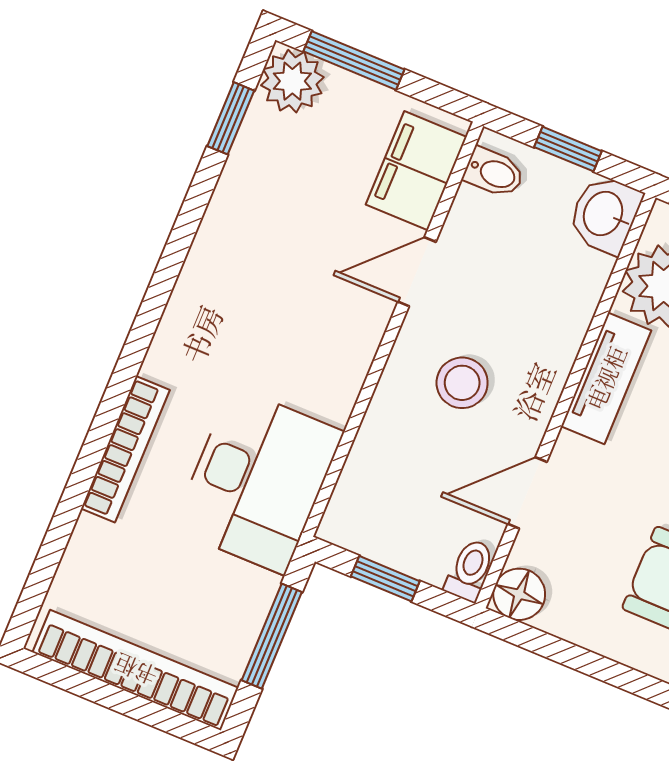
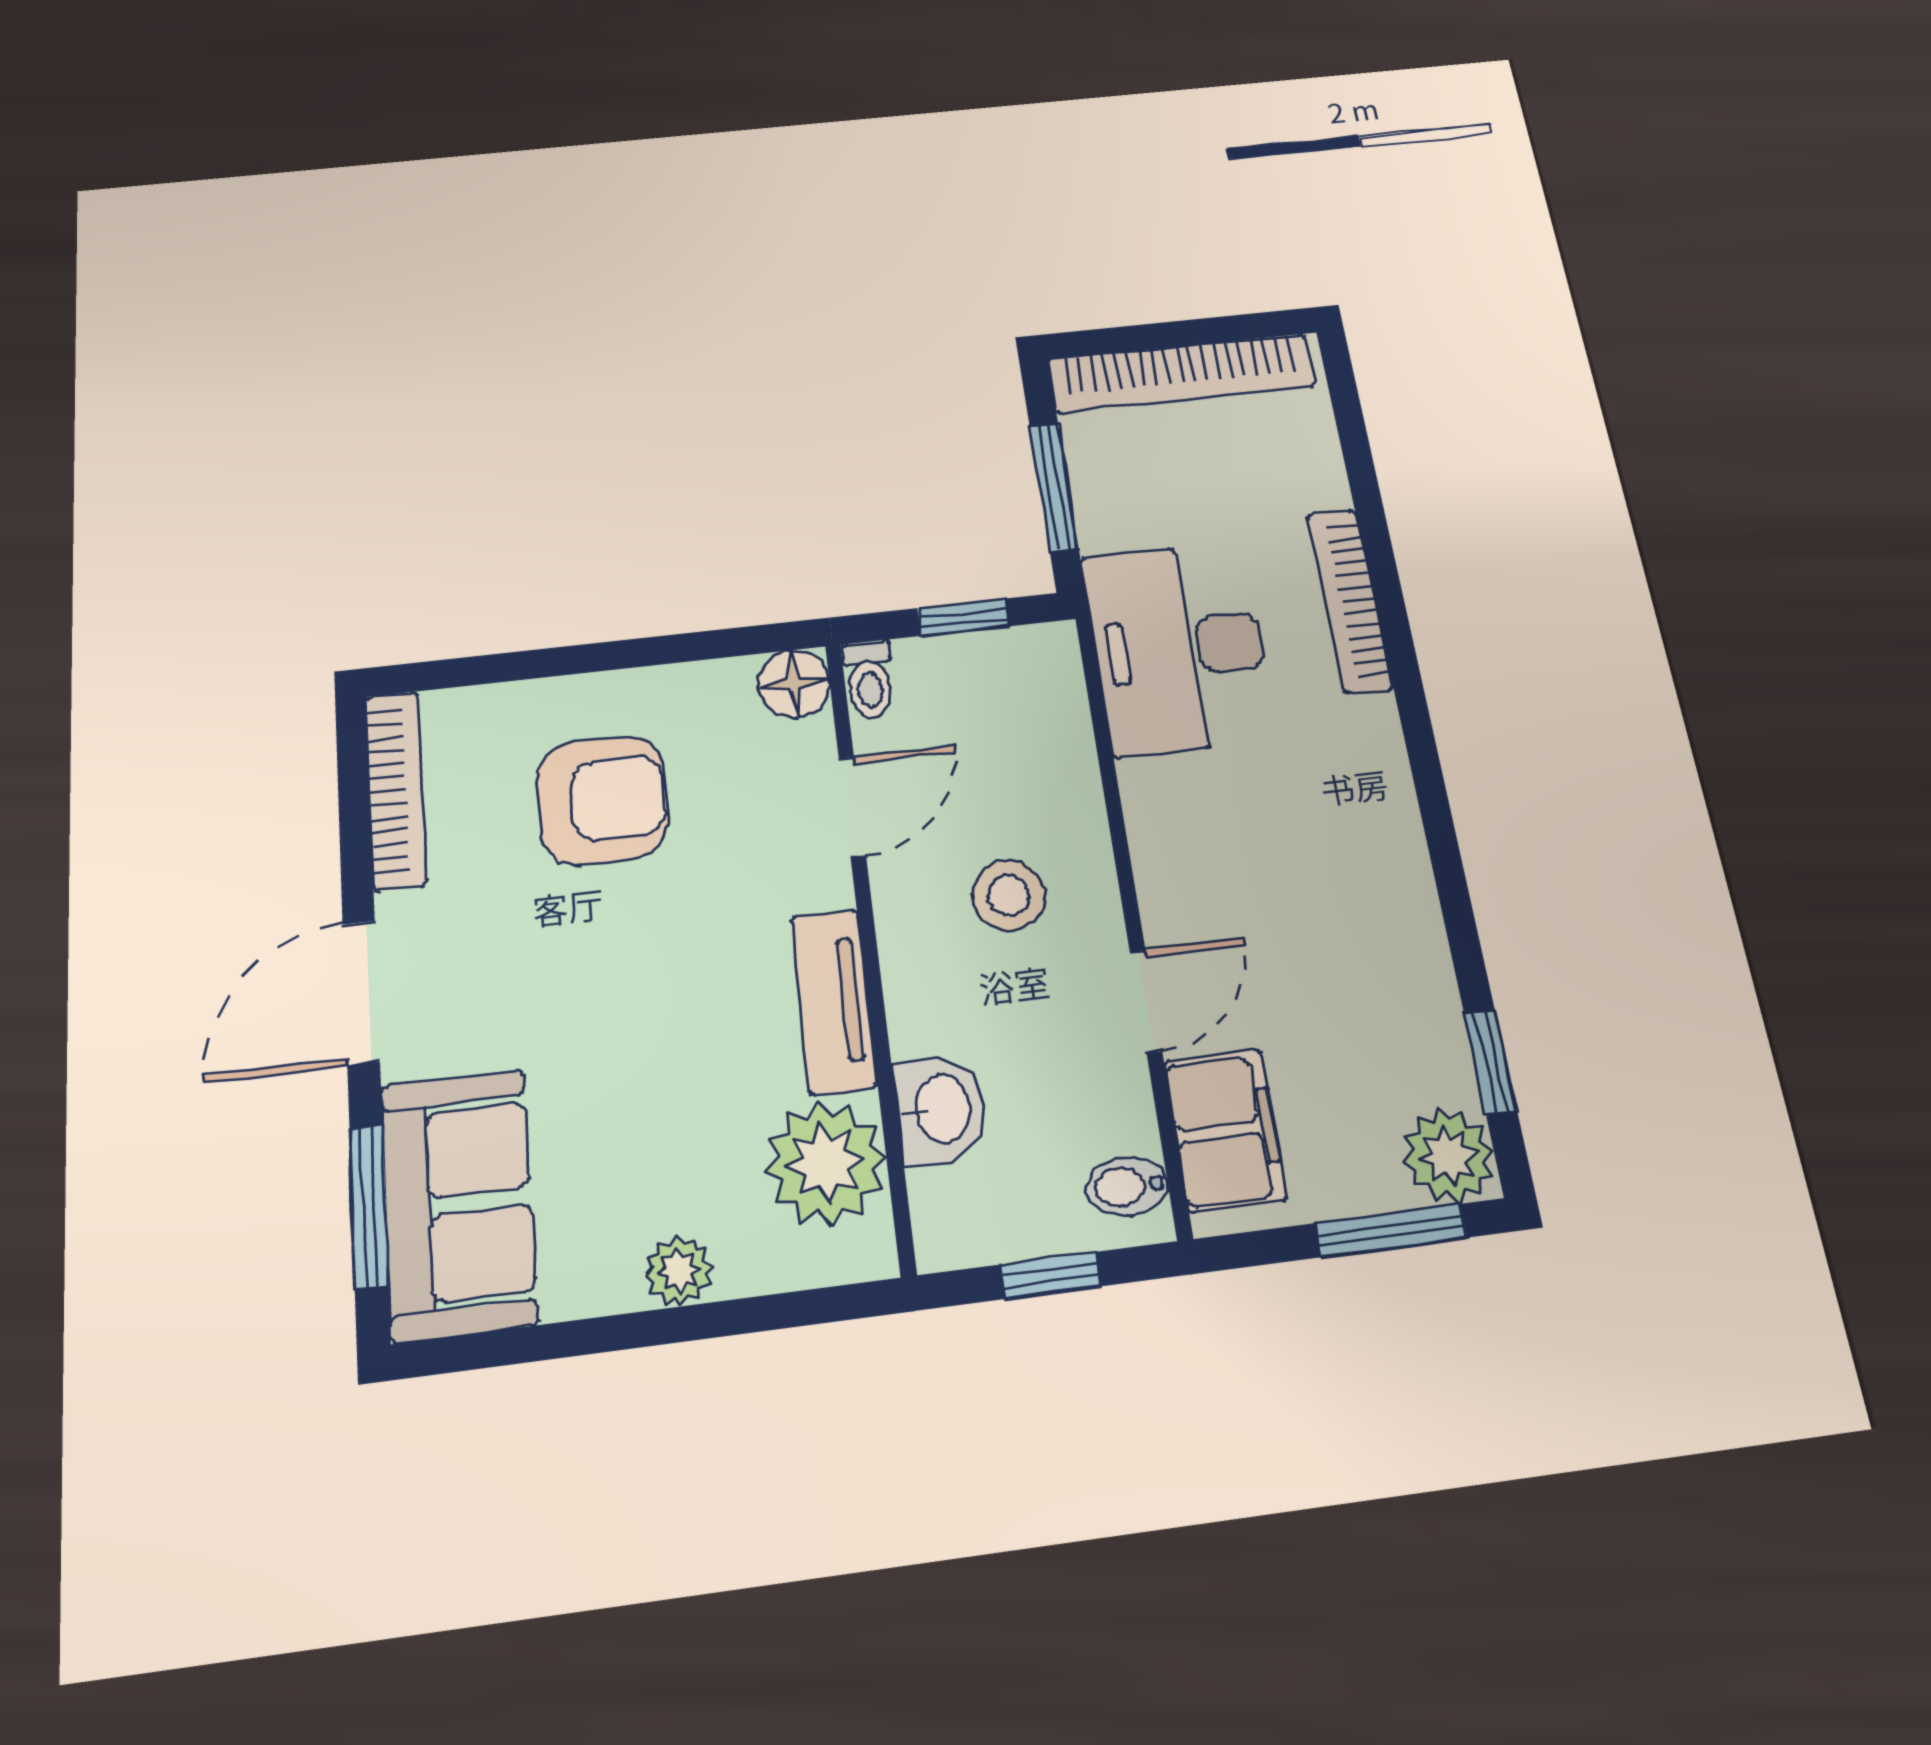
washbasin: (605, 214) -> (941, 1110), moved

